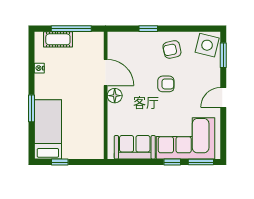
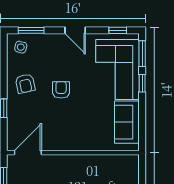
side table: (207, 45) -> (21, 47), width x0.54, depth x0.54
door: (106, 72) -> (28, 153), moved
floor lamp: (115, 96) -> (73, 143), removed
window: (223, 139) -> (118, 30), added

